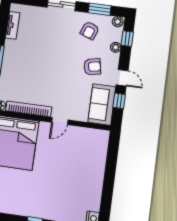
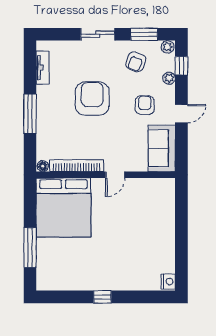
armchair: (50, 56) -> (92, 99), added
armchair: (92, 67) -> (145, 105), turned -79
door: (122, 78) -> (181, 114), hinge flipped
window: (119, 101) -> (181, 141), removed

